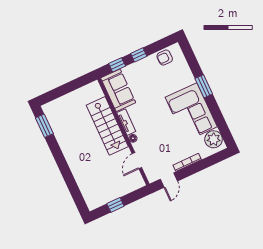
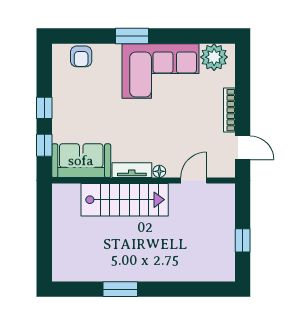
armchair: (165, 58) -> (81, 56), moved
window: (44, 126) -> (120, 289), moved
door: (137, 161) -> (194, 180), swing flipped

